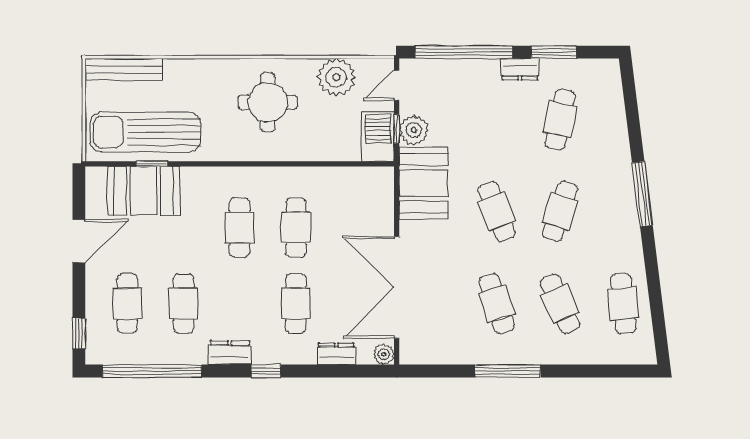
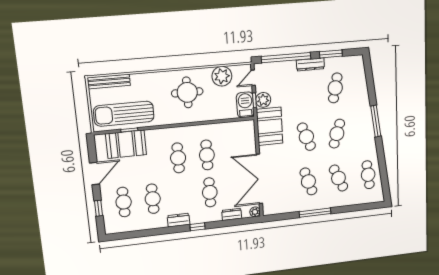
dresser: (520, 69) -> (310, 64), width x1.44
window: (79, 333) -> (99, 208), moved
window: (152, 371) -> (140, 234), removed

